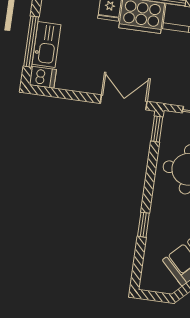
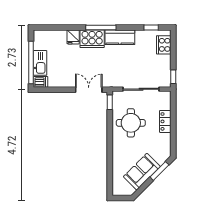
window: (31, 42) -> (31, 63), width x1.46
window: (143, 225) -> (110, 158), removed

